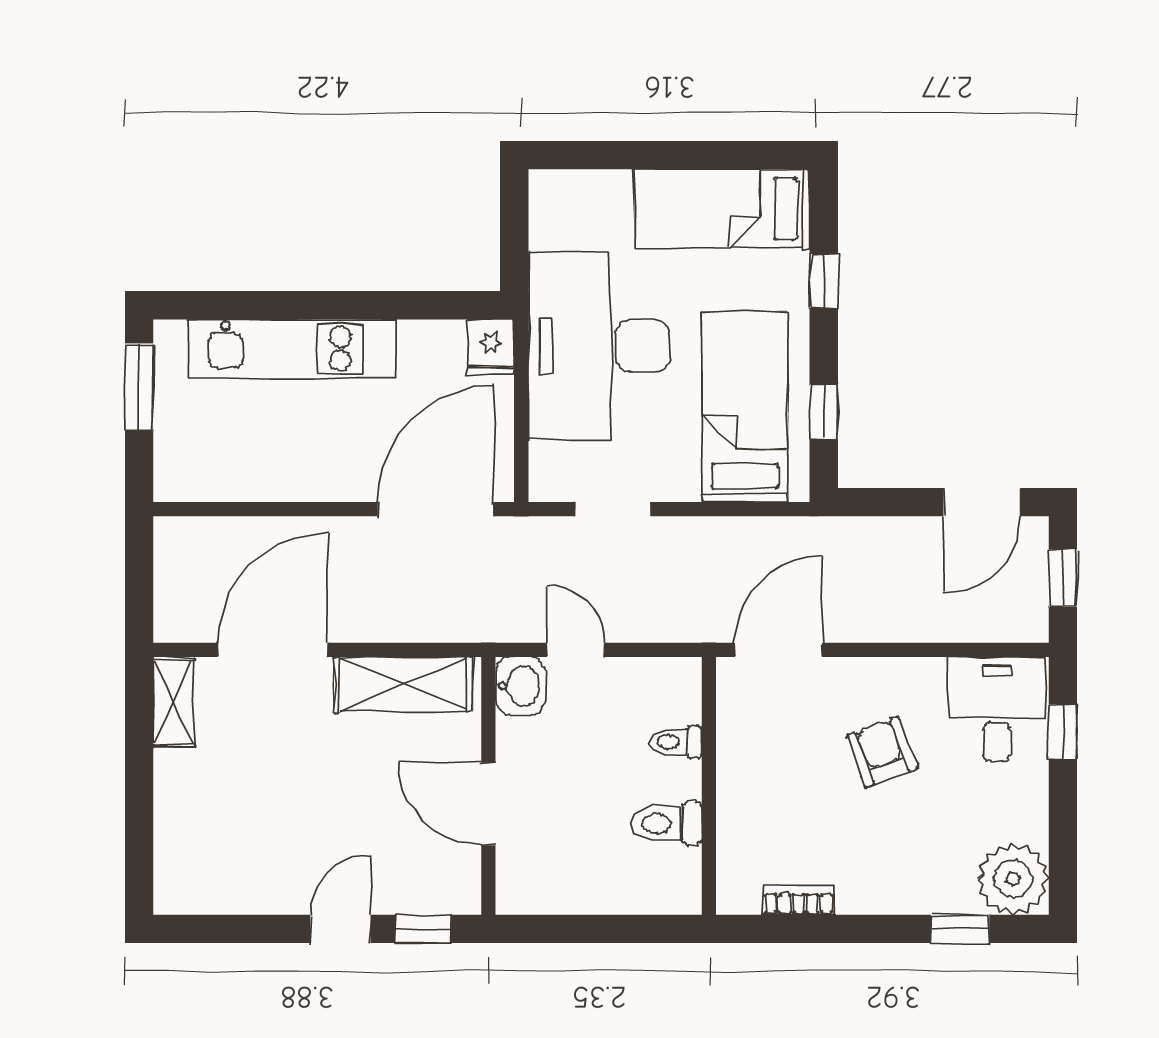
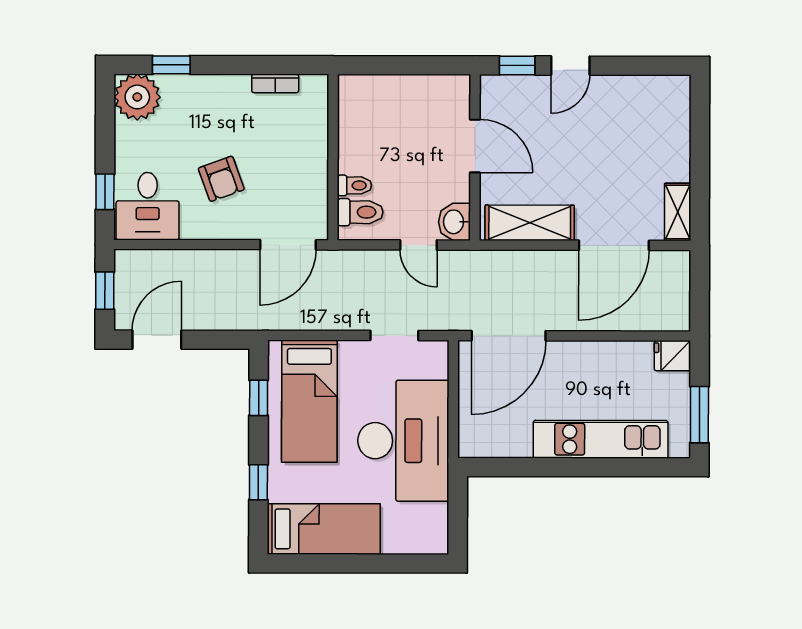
fridge: (491, 347) -> (672, 356), moved, turned -90
toilet: (666, 823) -> (360, 212), moved

